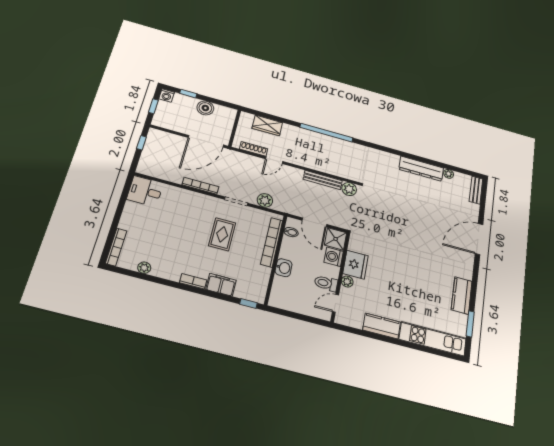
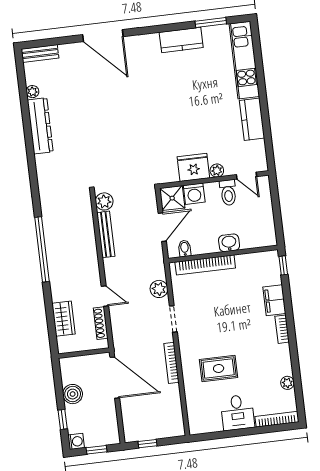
desk: (145, 191) -> (237, 412), moved
rug: (222, 234) -> (219, 368), moved

